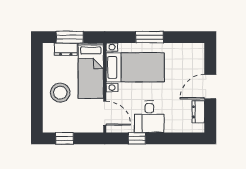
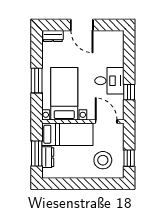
stool: (60, 93) -> (103, 160), moved
dresser: (198, 112) -> (53, 36), moved
door: (105, 113) -> (106, 121), hinge flipped

